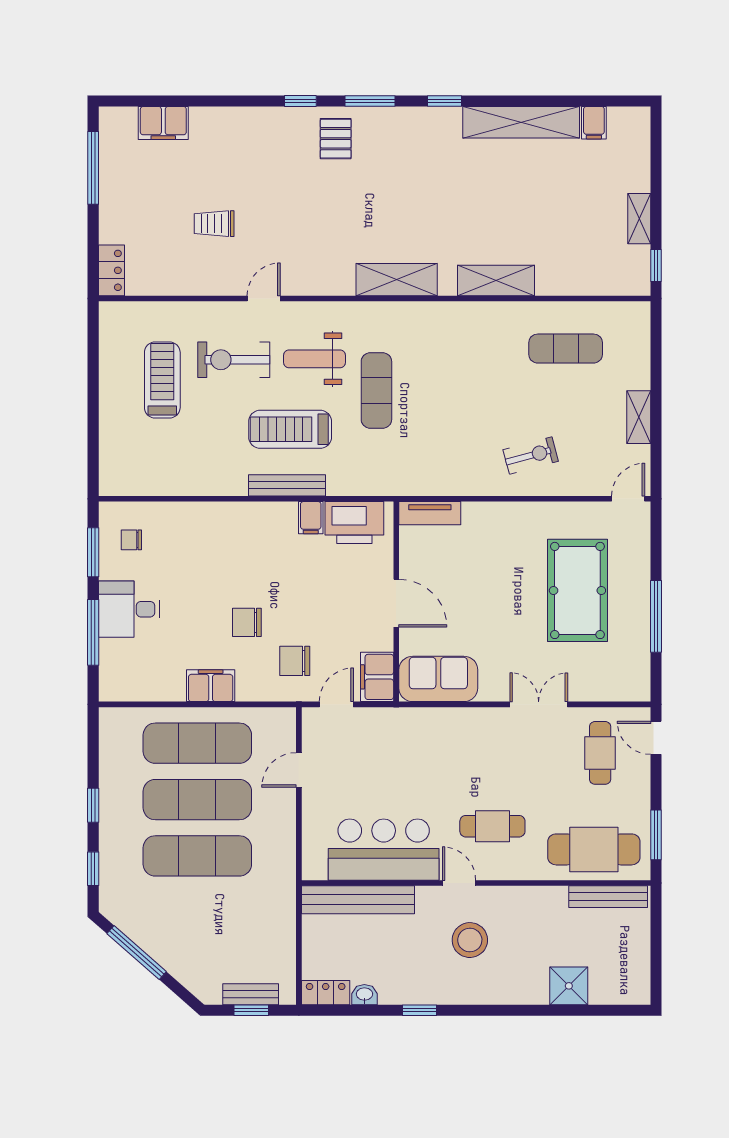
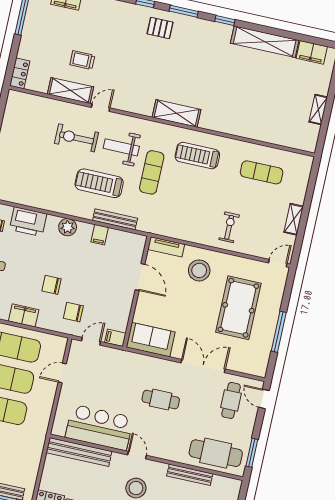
filing cabinet: (594, 123) -> (312, 52), width x2.00
pallet: (336, 139) -> (160, 28), turned 90
window: (656, 266) -> (322, 138), removed
shelving: (496, 280) -> (71, 90), moved
treadmill: (162, 380) -> (197, 156), moved, turned -90
exercise bike: (531, 455) -> (229, 227), turned -75
bench: (287, 485) -> (115, 219), moved
plant: (252, 517) -> (68, 227), added
printer: (354, 522) -> (28, 222), moved
stool: (496, 541) -> (199, 270), added
door: (396, 603) -> (140, 277), moved
filing cabinet: (377, 677) -> (115, 338), width x0.50
double door: (539, 704) -> (203, 366), width x1.37
cafe table: (492, 826) -> (161, 400), moved
bench: (608, 897) -> (190, 475), moved

